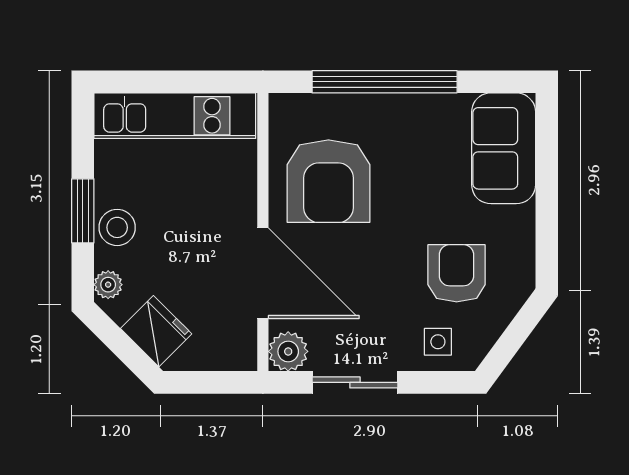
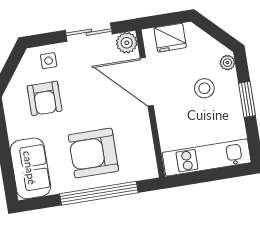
armchair: (328, 181) -> (93, 153), moved, turned -90
stool: (117, 227) -> (204, 88), moved
fridge: (156, 331) -> (170, 38), moved, turned -45

